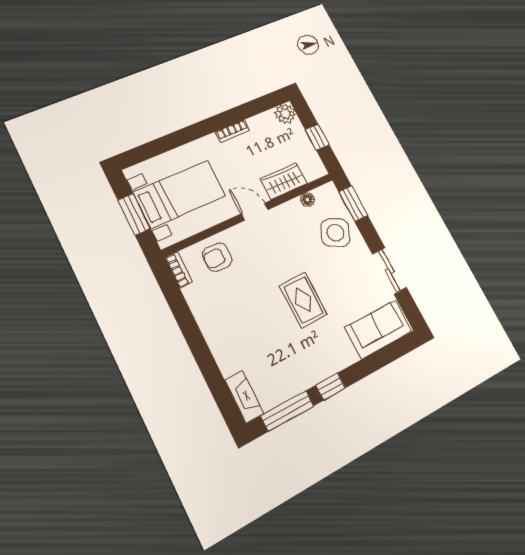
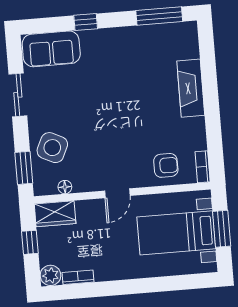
bookcase: (232, 131) -> (78, 277), moved
wardrobe: (284, 181) -> (55, 214), moved
door: (255, 212) -> (117, 193), hinge flipped
rug: (303, 300) -> (107, 100), removed
window: (331, 387) -> (86, 22), moved
fireplace: (244, 397) -> (191, 88), moved, width x1.37, depth x1.32

